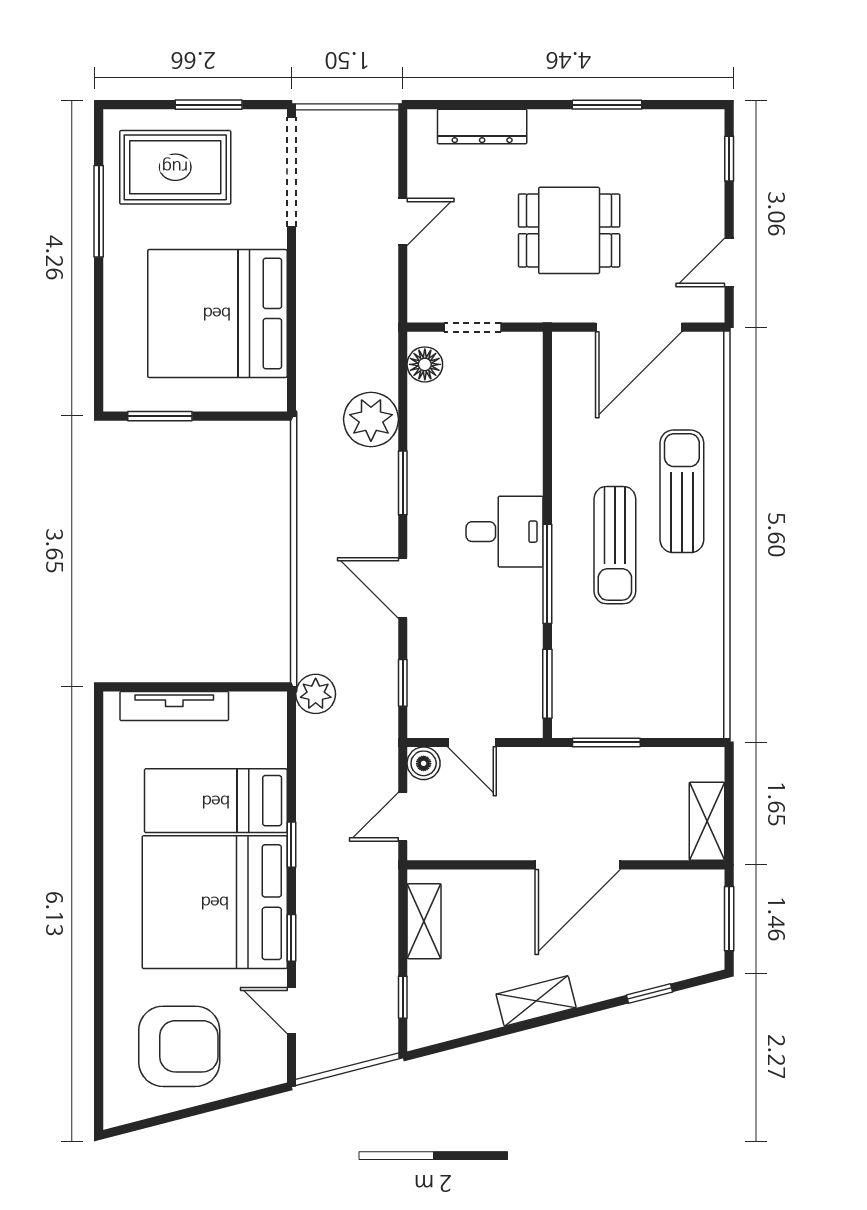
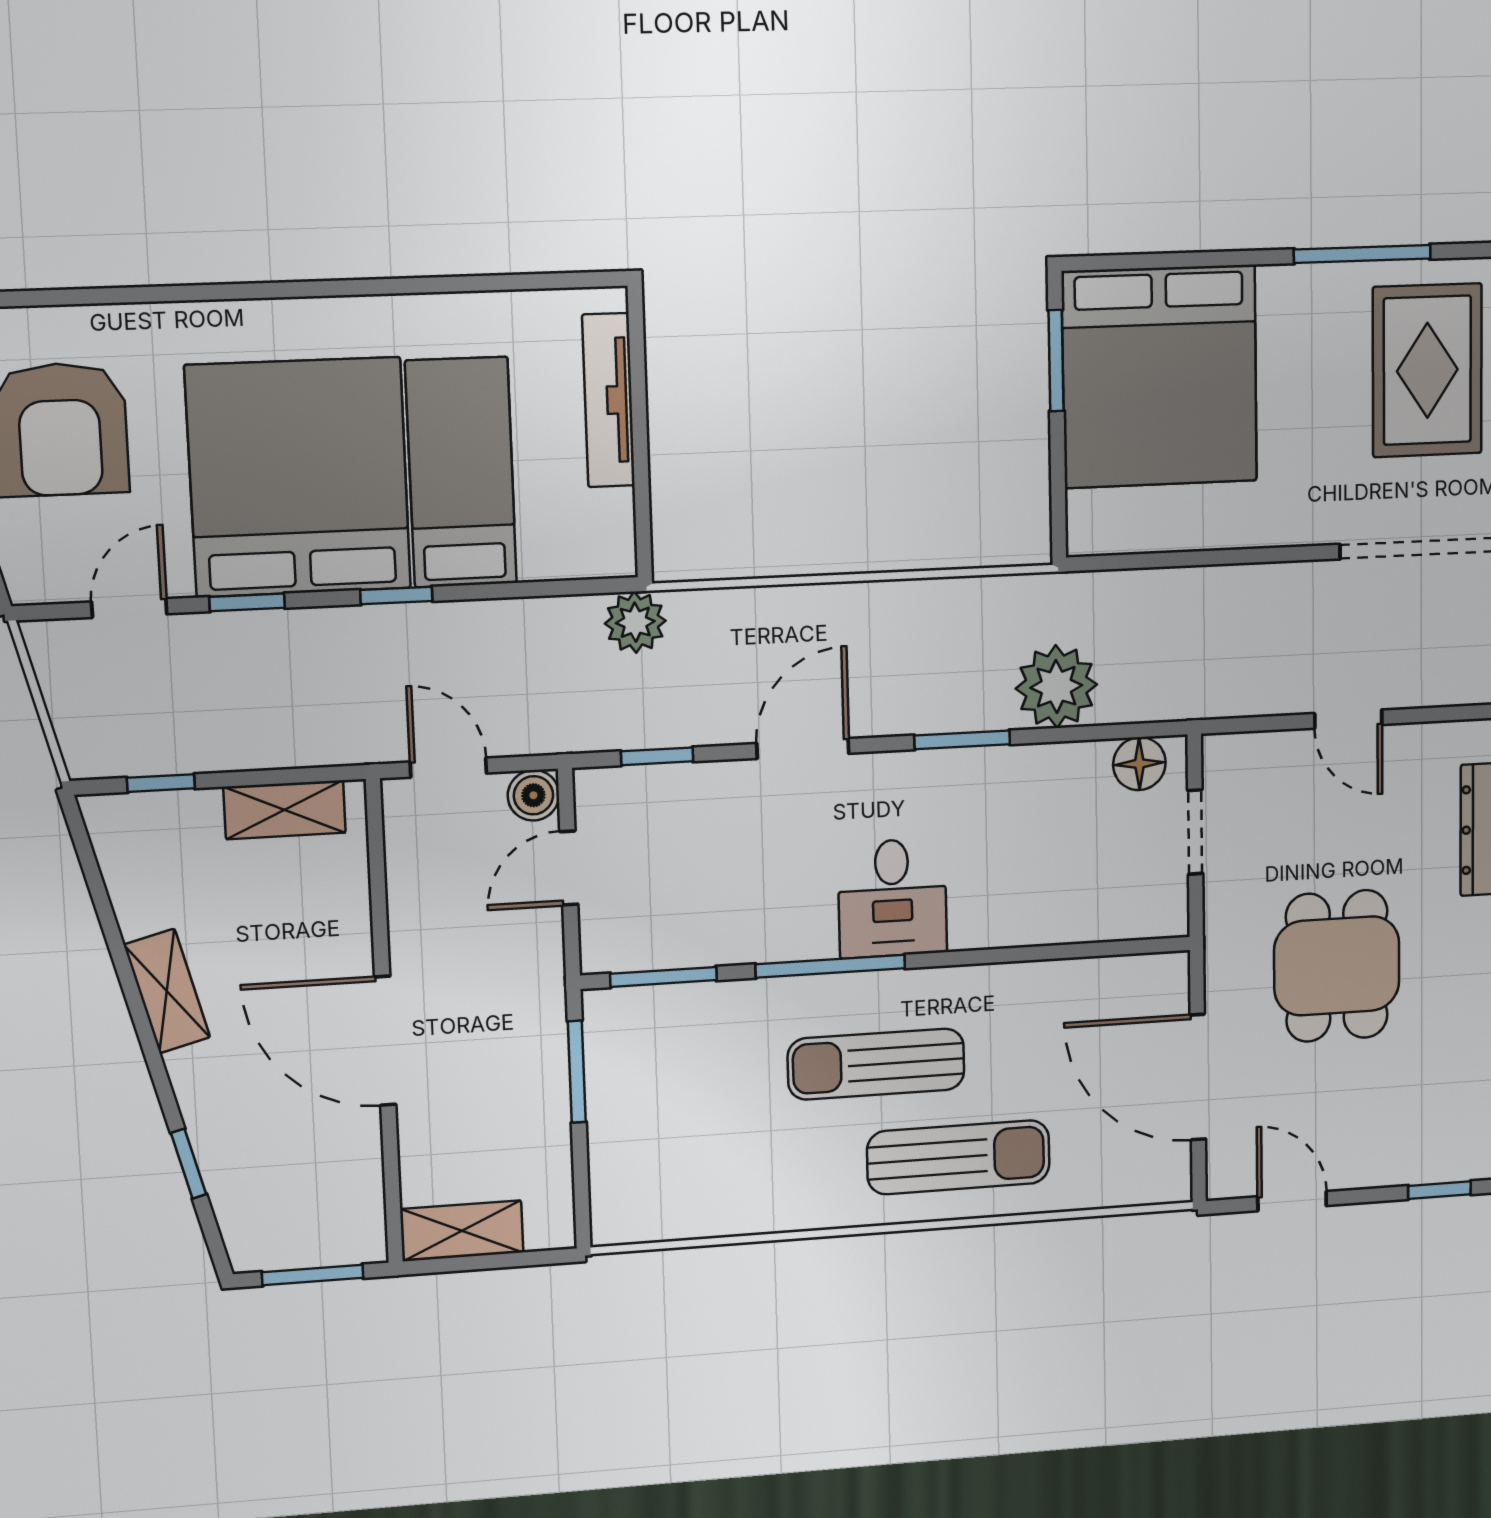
bed: (217, 313) -> (1160, 377), moved, turned 180

